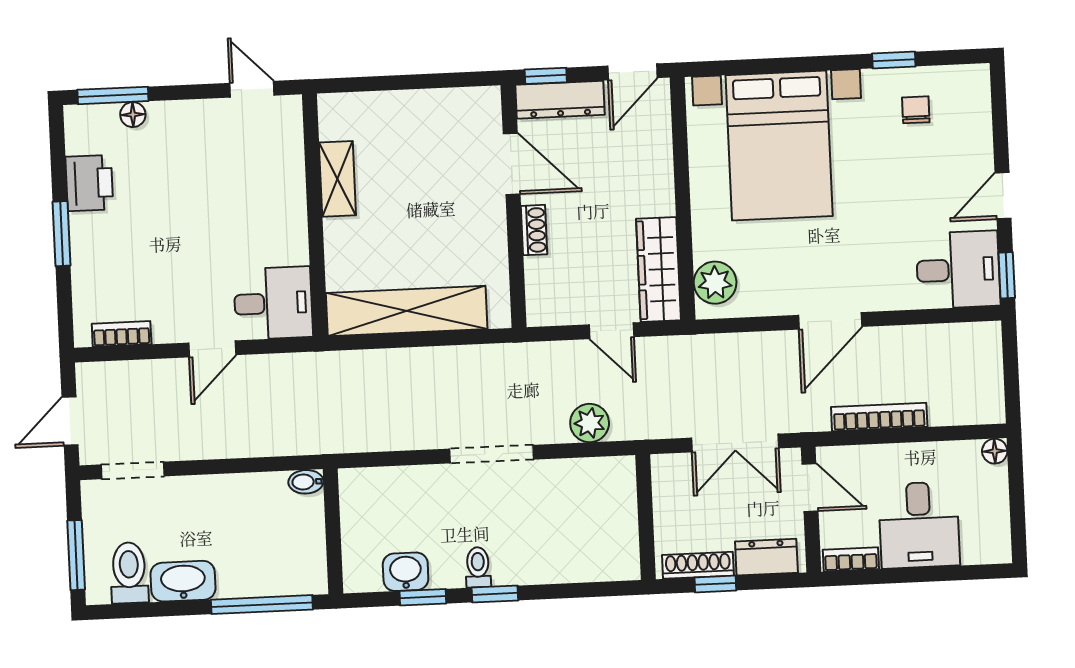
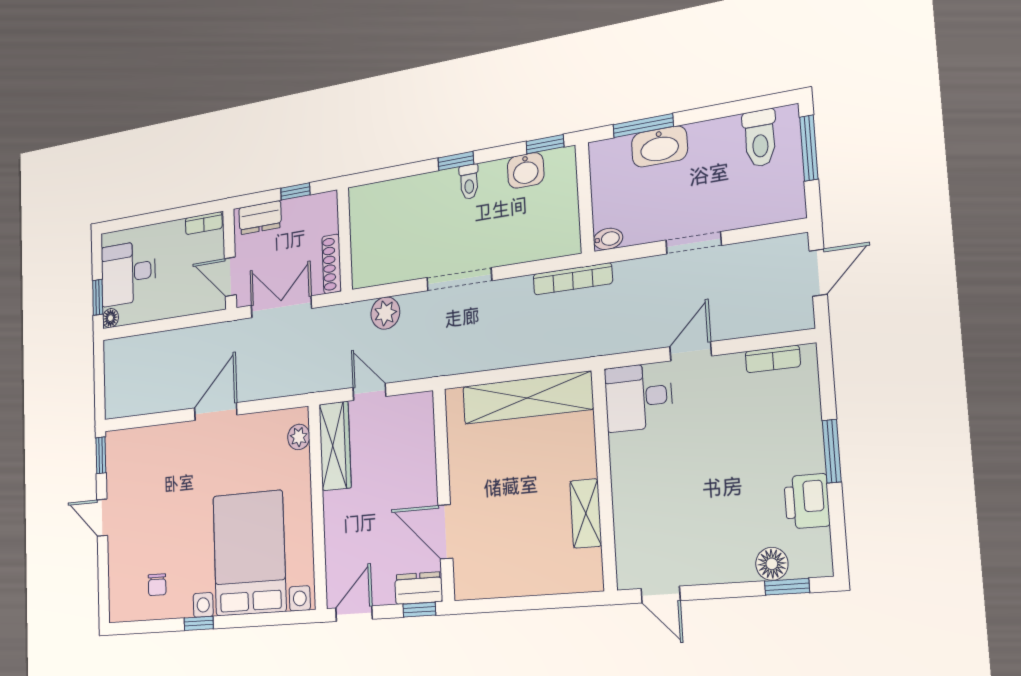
window: (894, 60) -> (199, 623), moved
window: (113, 95) -> (787, 587), width x0.67
dresser: (560, 100) -> (419, 588), width x0.70
floor lamp: (133, 115) -> (772, 564), width x1.37, depth x1.37
door: (1003, 196) -> (102, 518), swing flipped
shoe rack: (534, 230) -> (428, 475), removed
desk: (958, 270) -> (131, 458), removed
plant: (715, 283) -> (299, 437), width x0.73, depth x0.73
bookcase: (879, 417) -> (573, 279), moved
doorway: (133, 470) -> (694, 243), moved
window: (1016, 480) -> (98, 297), added
desk: (919, 525) -> (128, 273), moved, turned -90
shoe rack: (698, 565) -> (332, 264), moved, turned 90
washbasin: (183, 581) -> (659, 147), moved
window: (423, 597) -> (545, 144), moved
window: (262, 605) -> (643, 126), width x0.69

